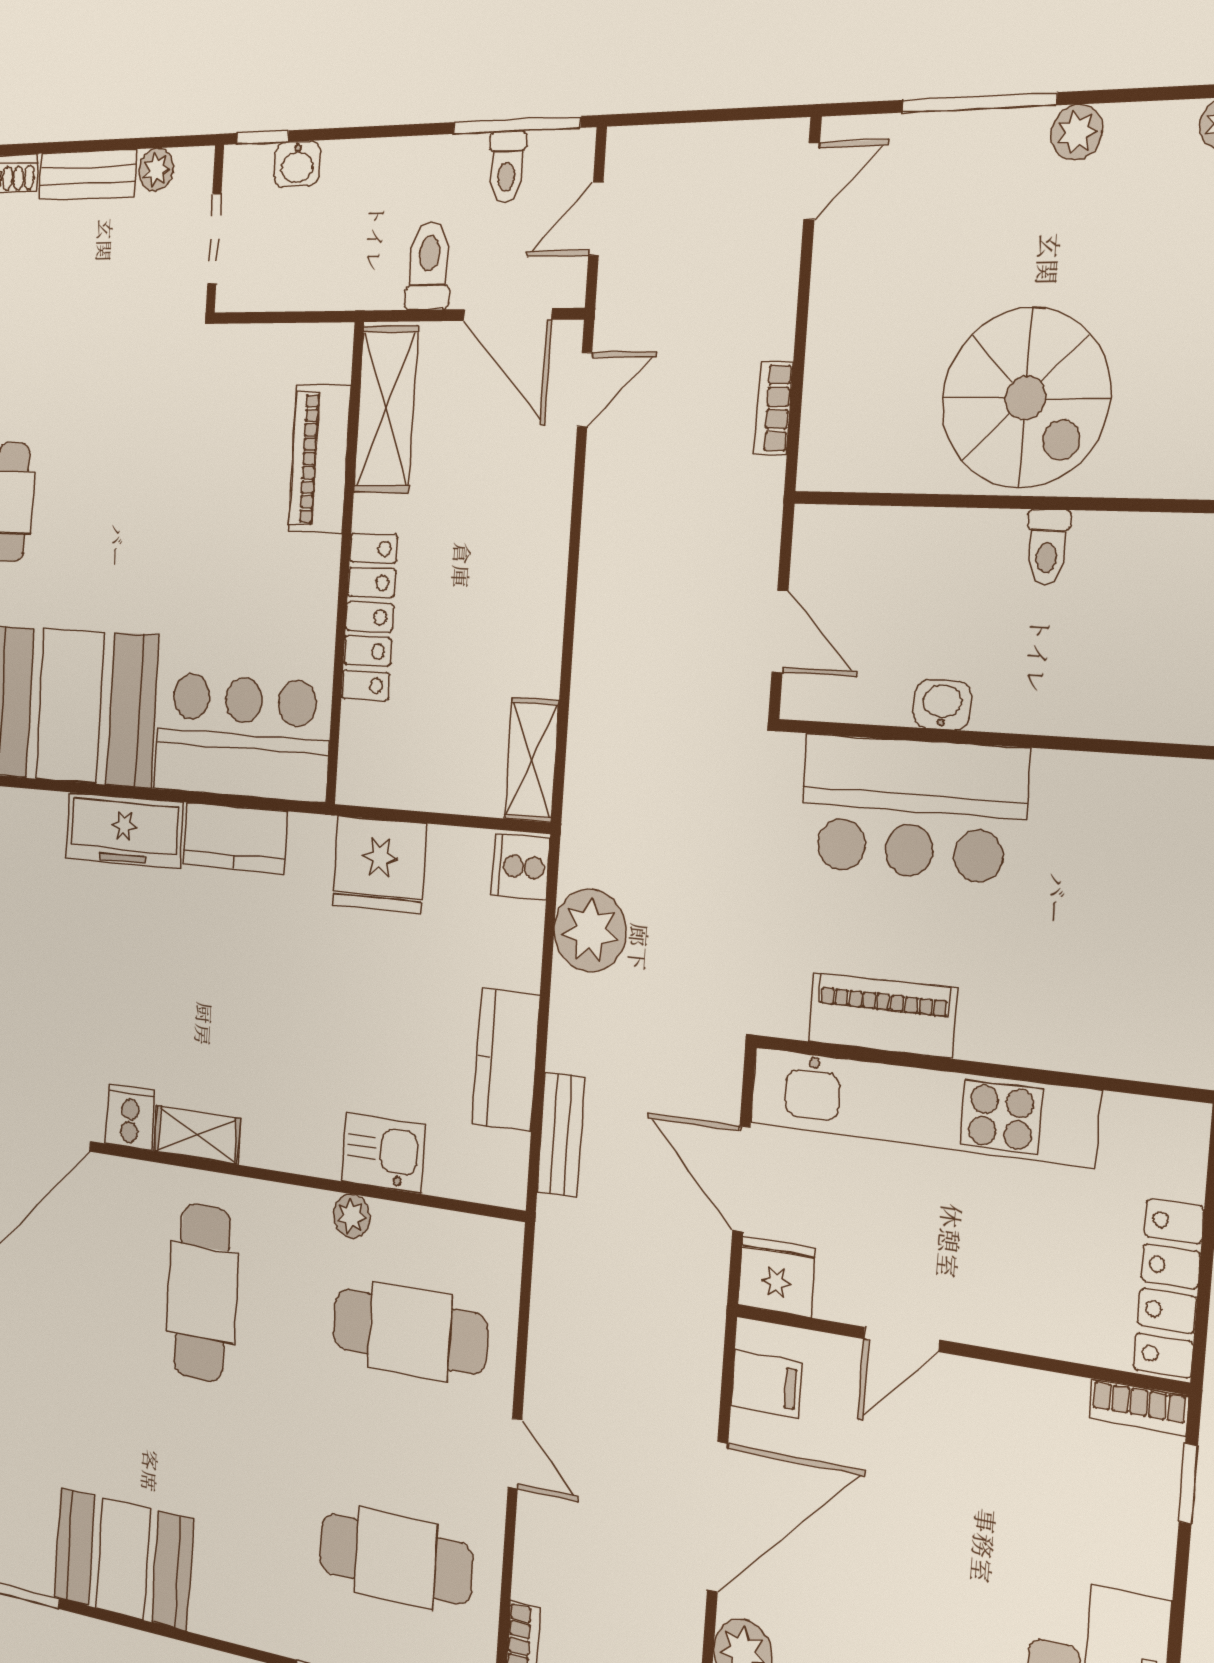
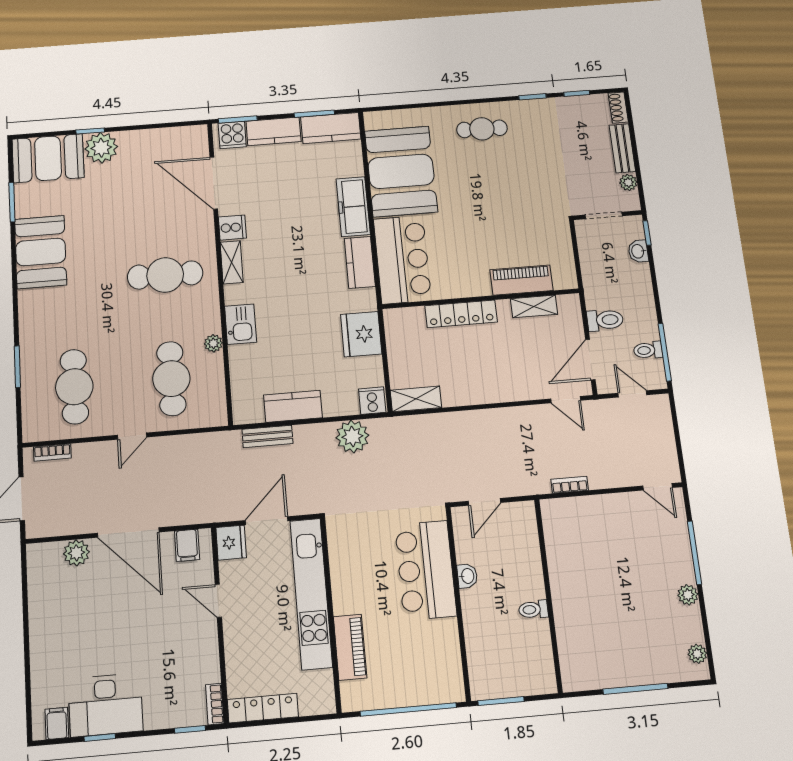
spiral stairs: (1025, 398) -> (588, 591), removed
shelving: (386, 409) -> (534, 306), width x0.67, depth x0.75
piano: (882, 1015) -> (350, 647), moved
kitchen sink: (383, 1153) -> (241, 324), moved

